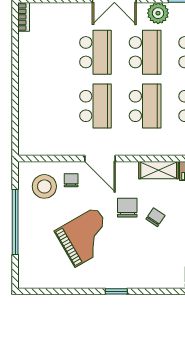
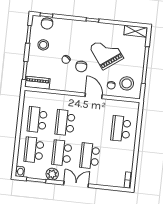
school desk: (96, 106) -> (121, 129), moved
shelving: (159, 170) -> (136, 31), moved
grand piano: (86, 237) -> (106, 52), turned 84

